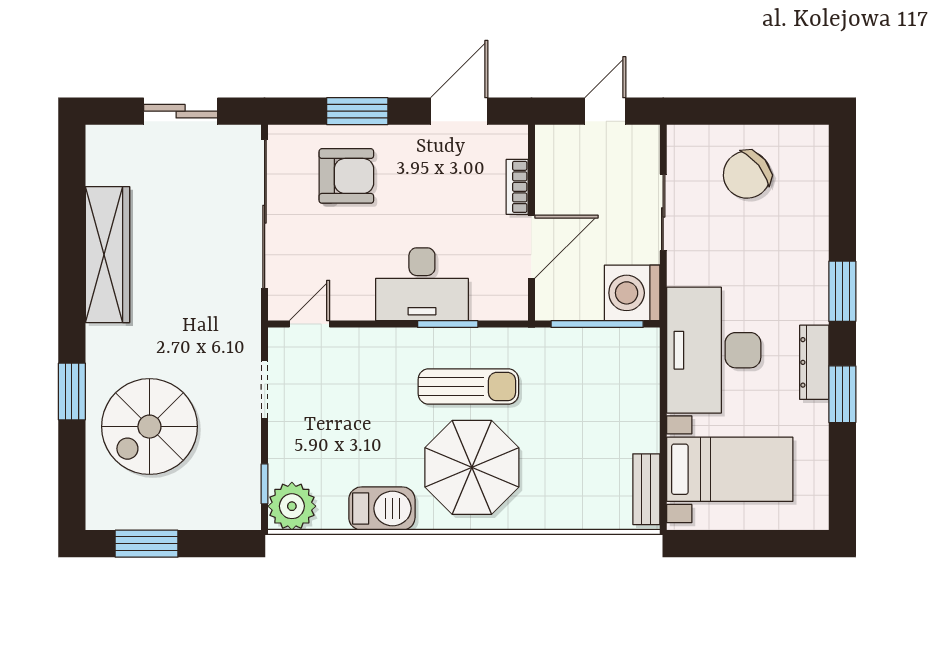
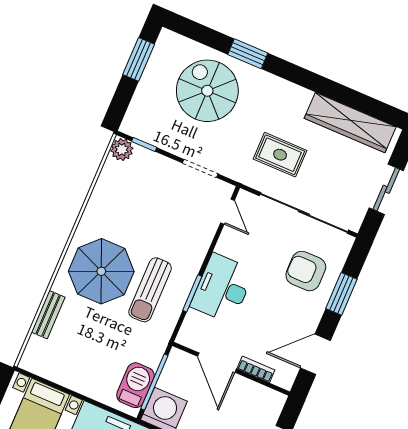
door: (459, 111) -> (315, 354), swing flipped
armchair: (346, 176) -> (306, 271), turned 90
wardrobe: (108, 255) -> (350, 123), moved
rug: (196, 284) -> (280, 155), added
bench: (646, 489) -> (48, 315), moved, turned 90
plant: (292, 506) -> (122, 150), width x0.73, depth x0.73
barbecue: (382, 508) -> (135, 385), moved, turned 180

